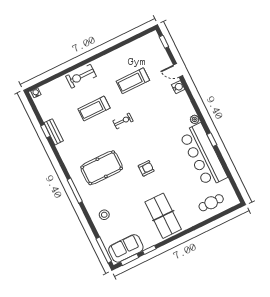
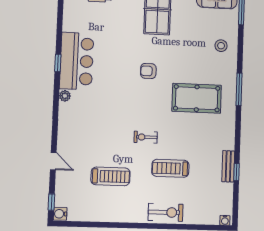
water cooler: (178, 87) -> (60, 214), moved
treadmill: (94, 109) -> (170, 168), turned 180
bar counter: (203, 155) -> (77, 61), width x0.73

